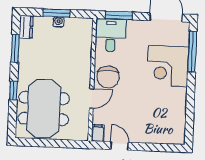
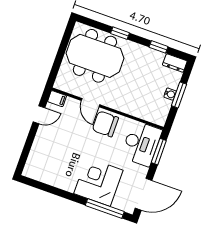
desk: (111, 35) -> (141, 143), width x1.37
window: (15, 48) -> (159, 47), width x0.67

